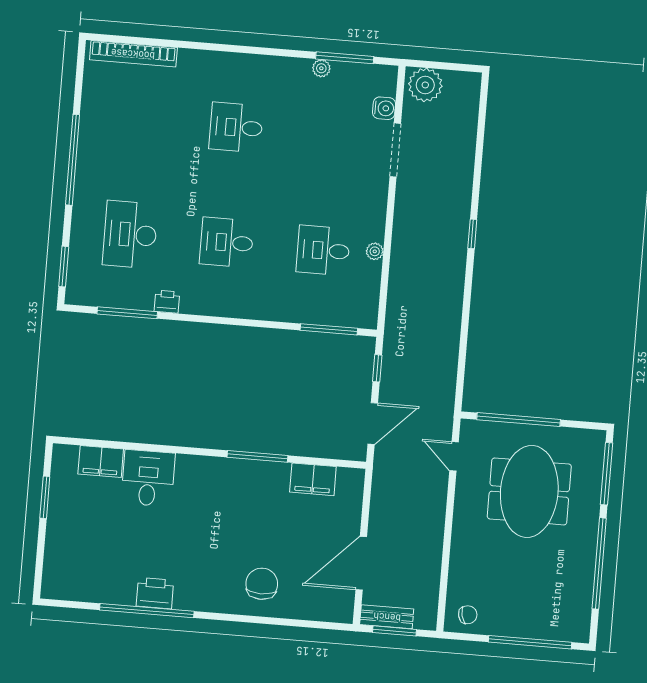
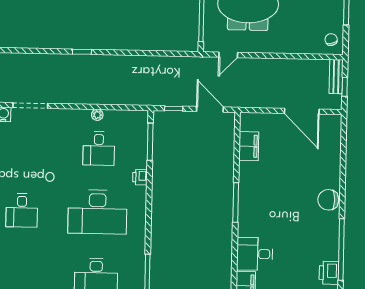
desk: (227, 242) -> (97, 212), width x1.87, depth x1.30
printer: (167, 302) -> (140, 177), moved
window: (257, 456) -> (236, 202), moved
chair: (262, 584) -> (328, 200), moved
printer: (155, 593) -> (329, 273), moved
bench: (387, 617) -> (336, 77), moved
window: (394, 631) -> (345, 87), width x0.67

